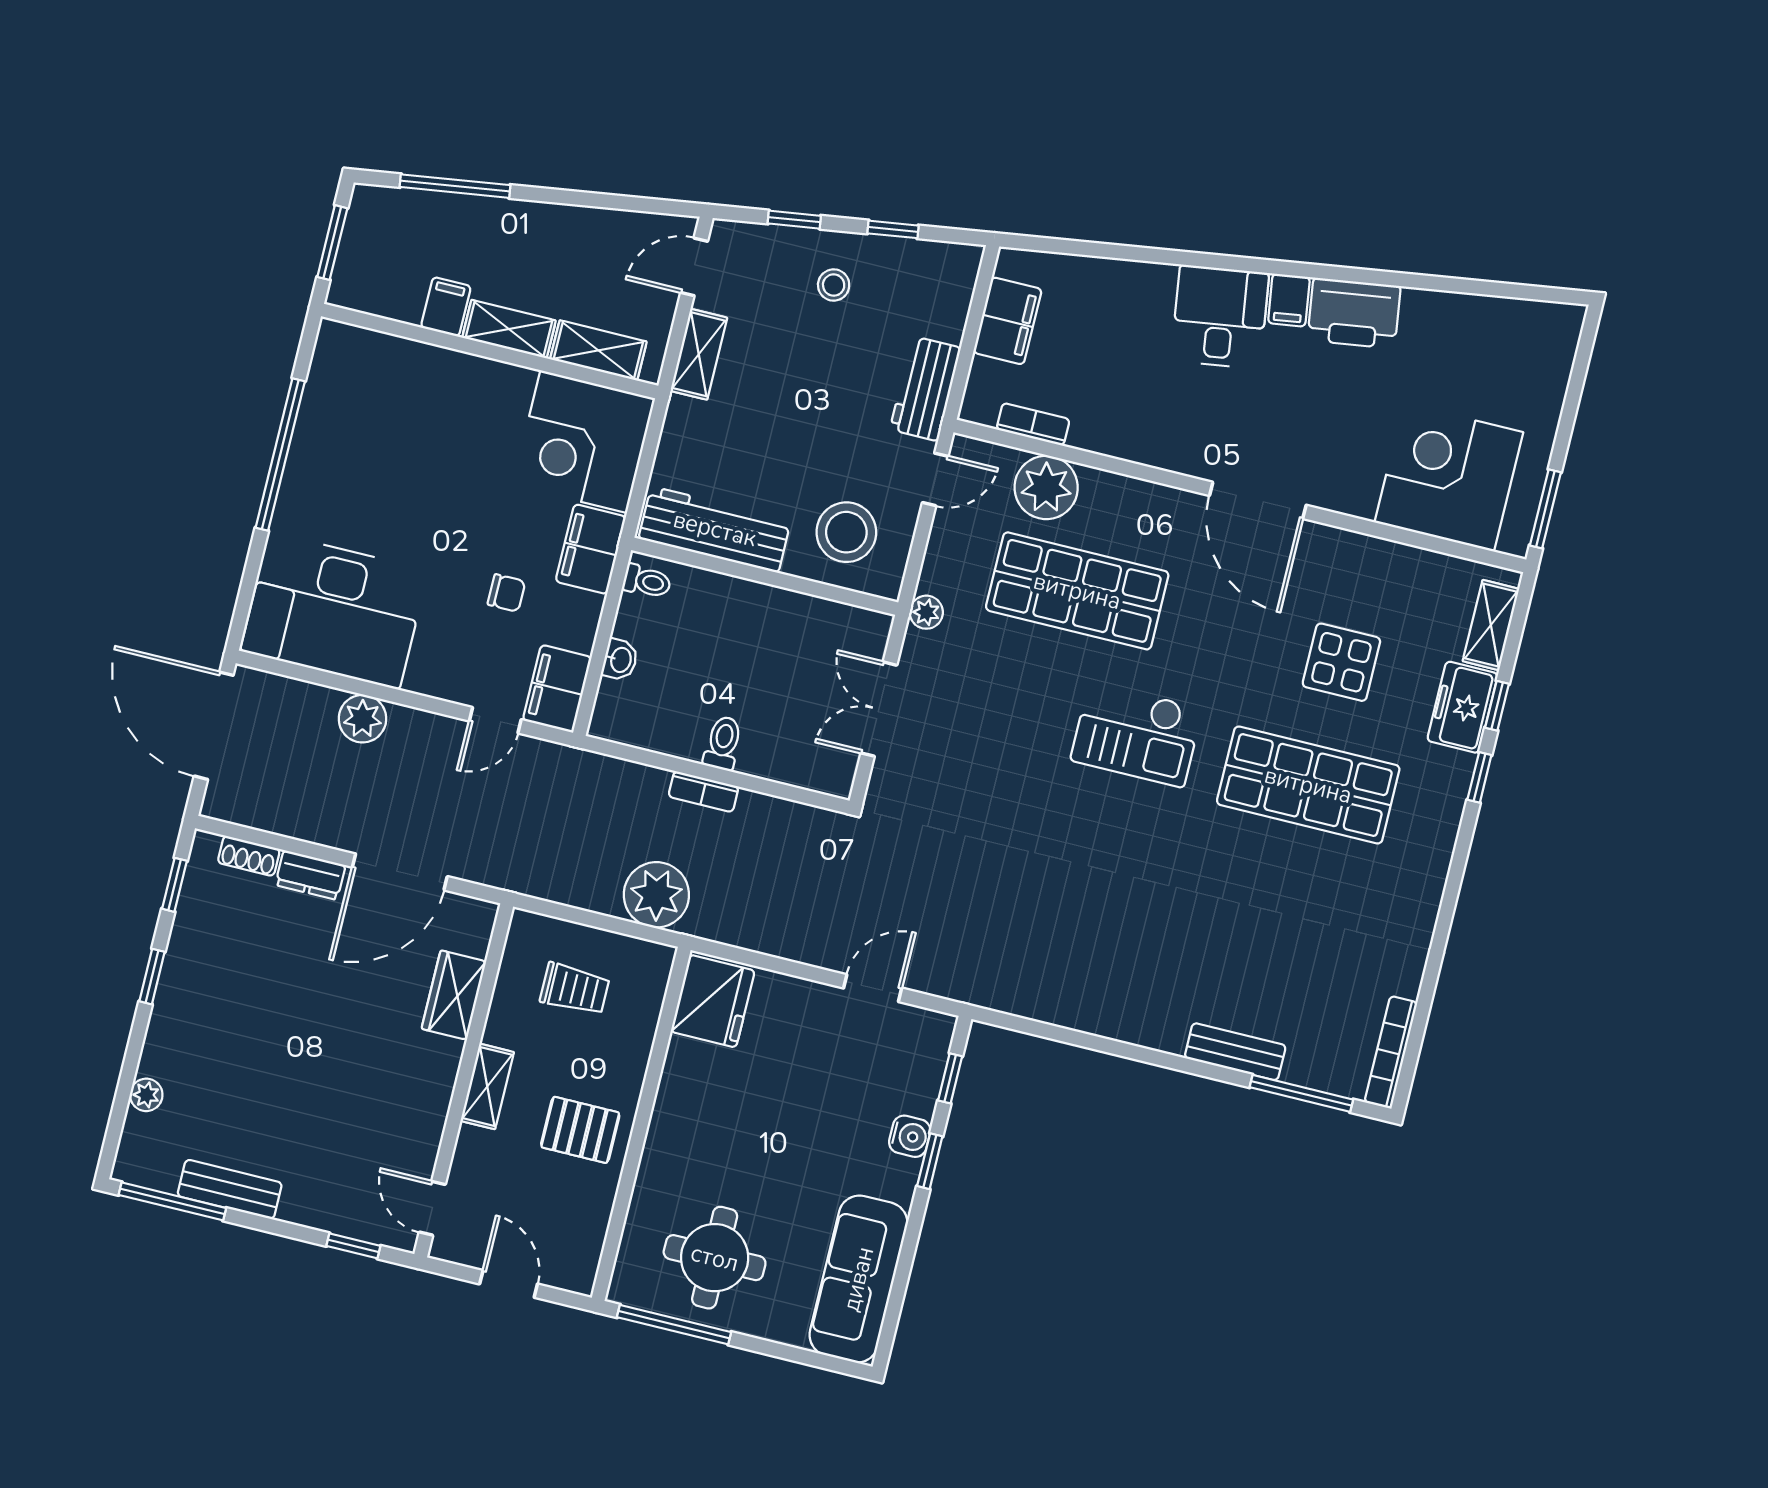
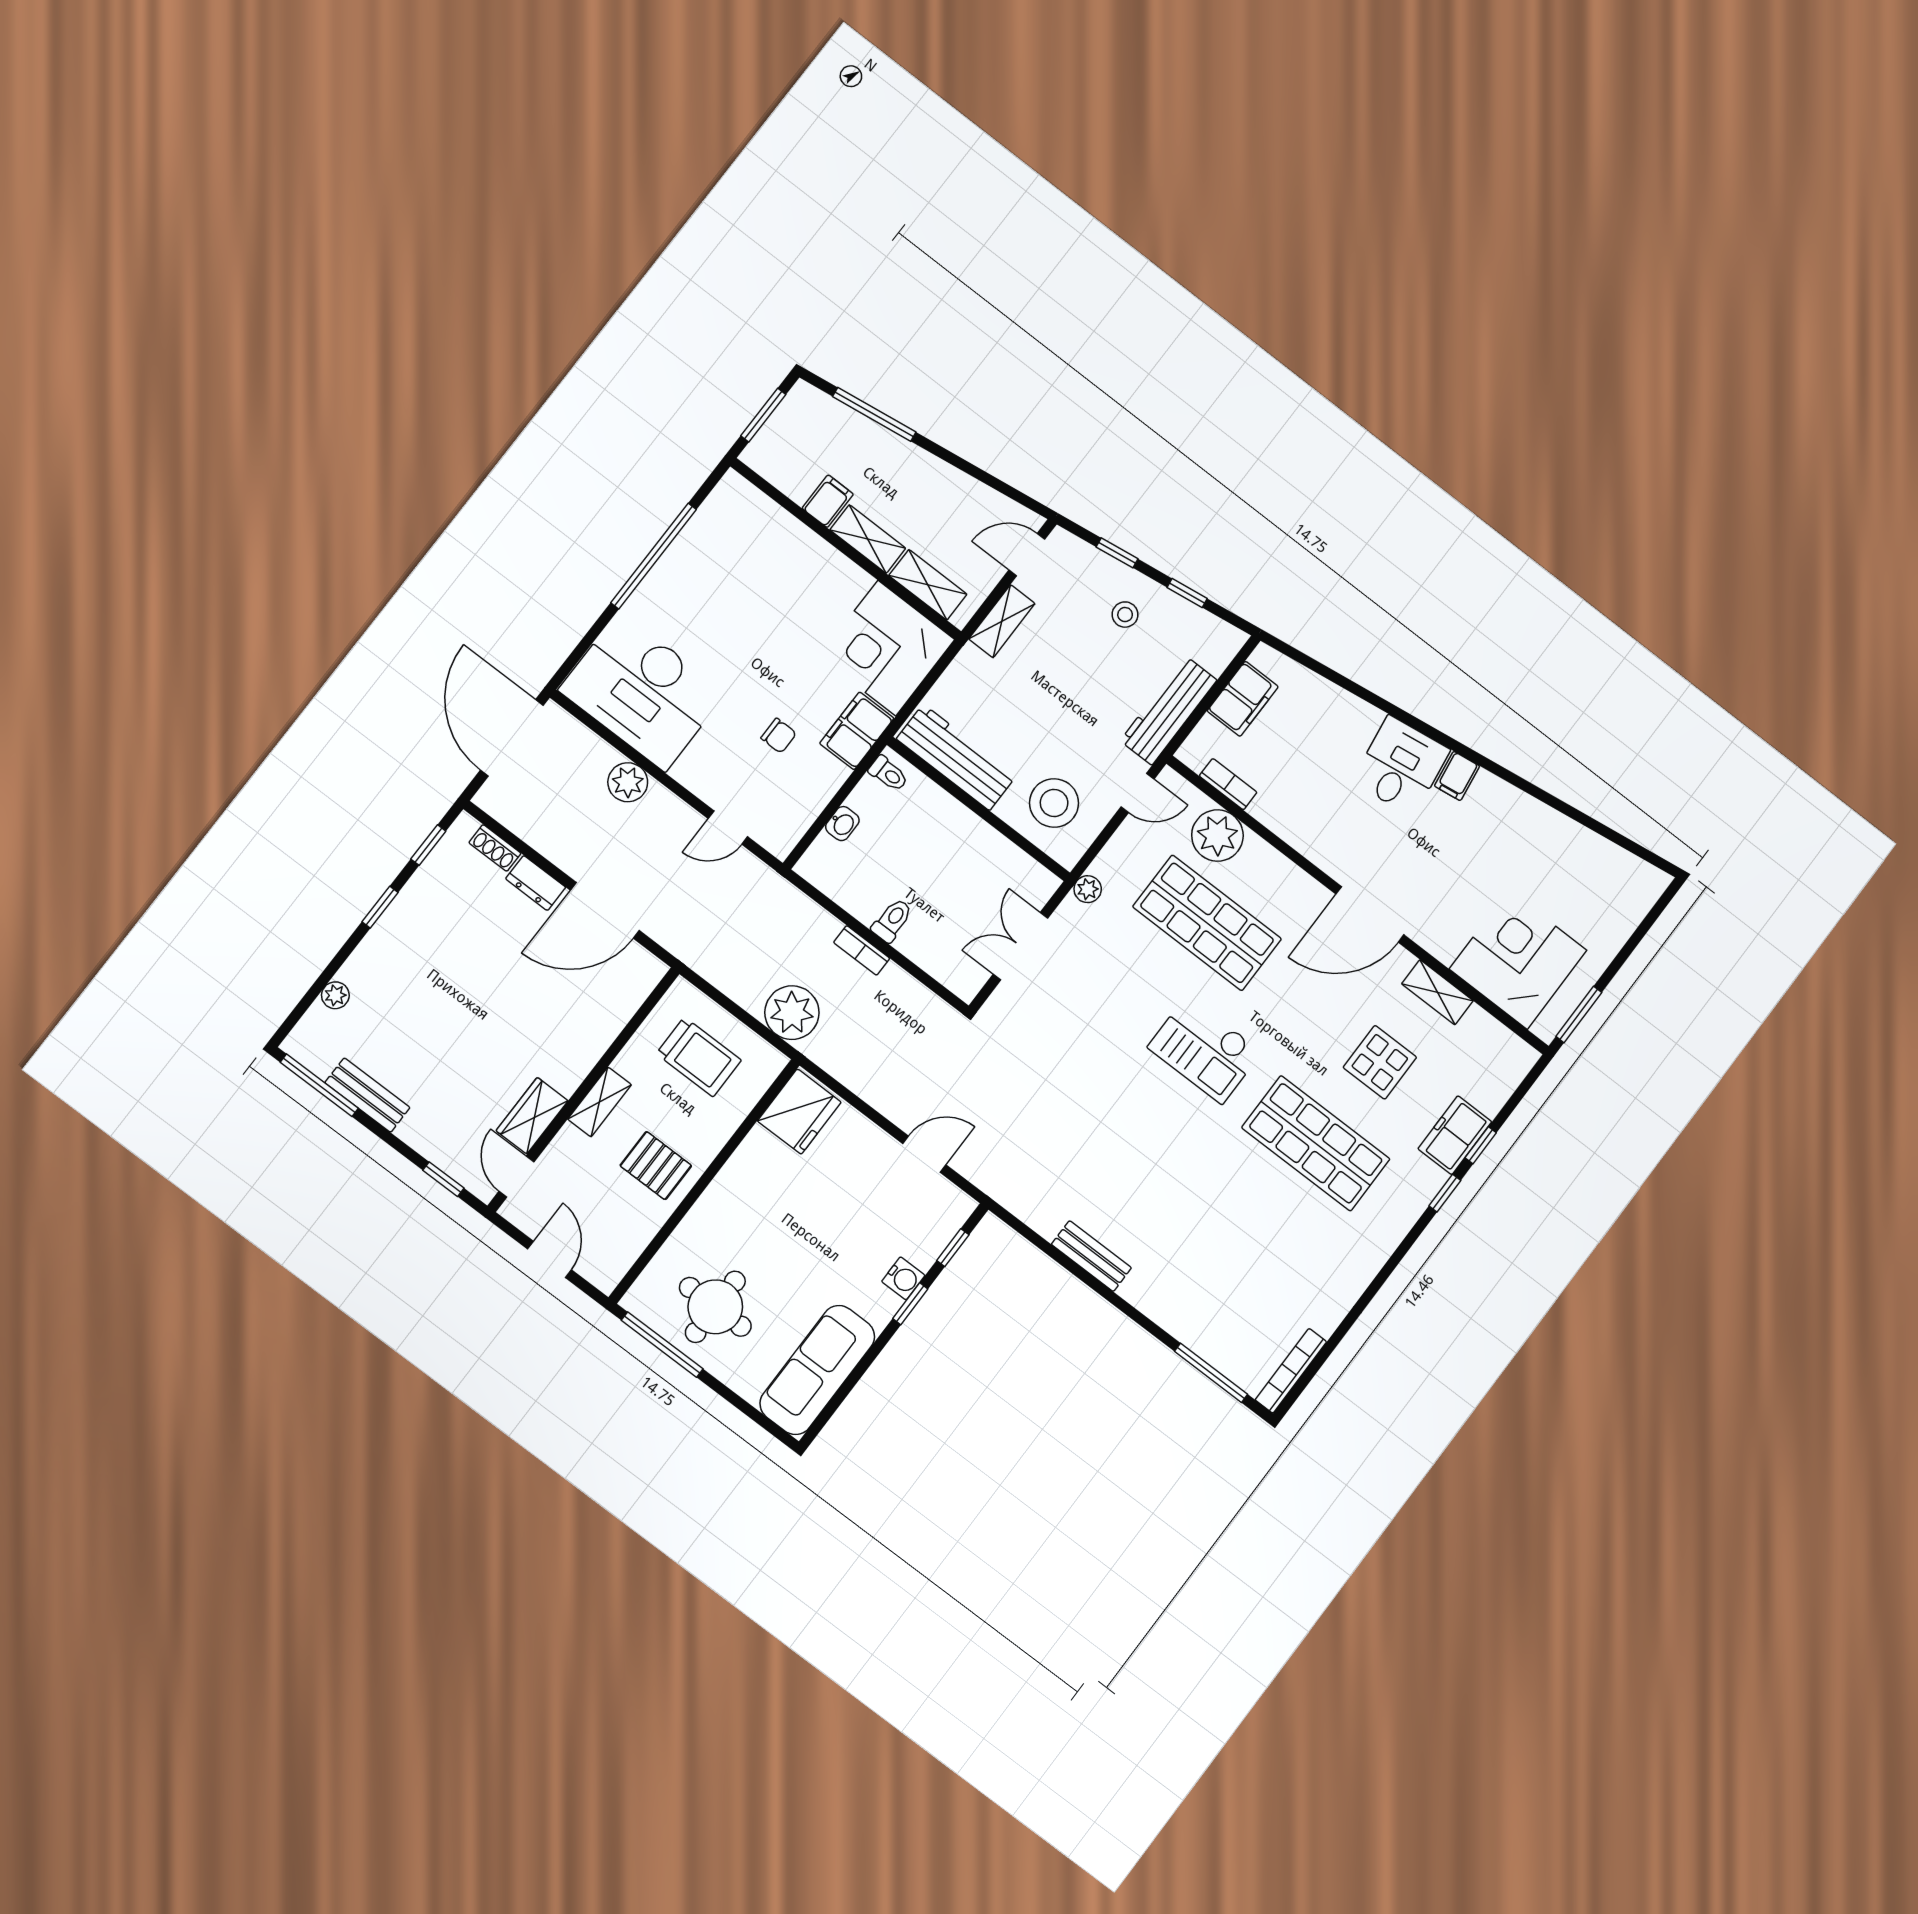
printer: (1354, 313) -> (1501, 807), removed
workbench: (925, 389) -> (1169, 710), width x1.38
door: (1258, 500) -> (1370, 914), hinge flipped
shelving: (1491, 625) -> (1437, 992), moved, turned 90
filing cabinet: (557, 689) -> (785, 824), removed
trolley: (575, 989) -> (699, 1057), width x1.36, depth x1.39
wardrobe: (454, 995) -> (532, 1116), moved
bench: (1235, 1052) -> (1091, 1256), moved

